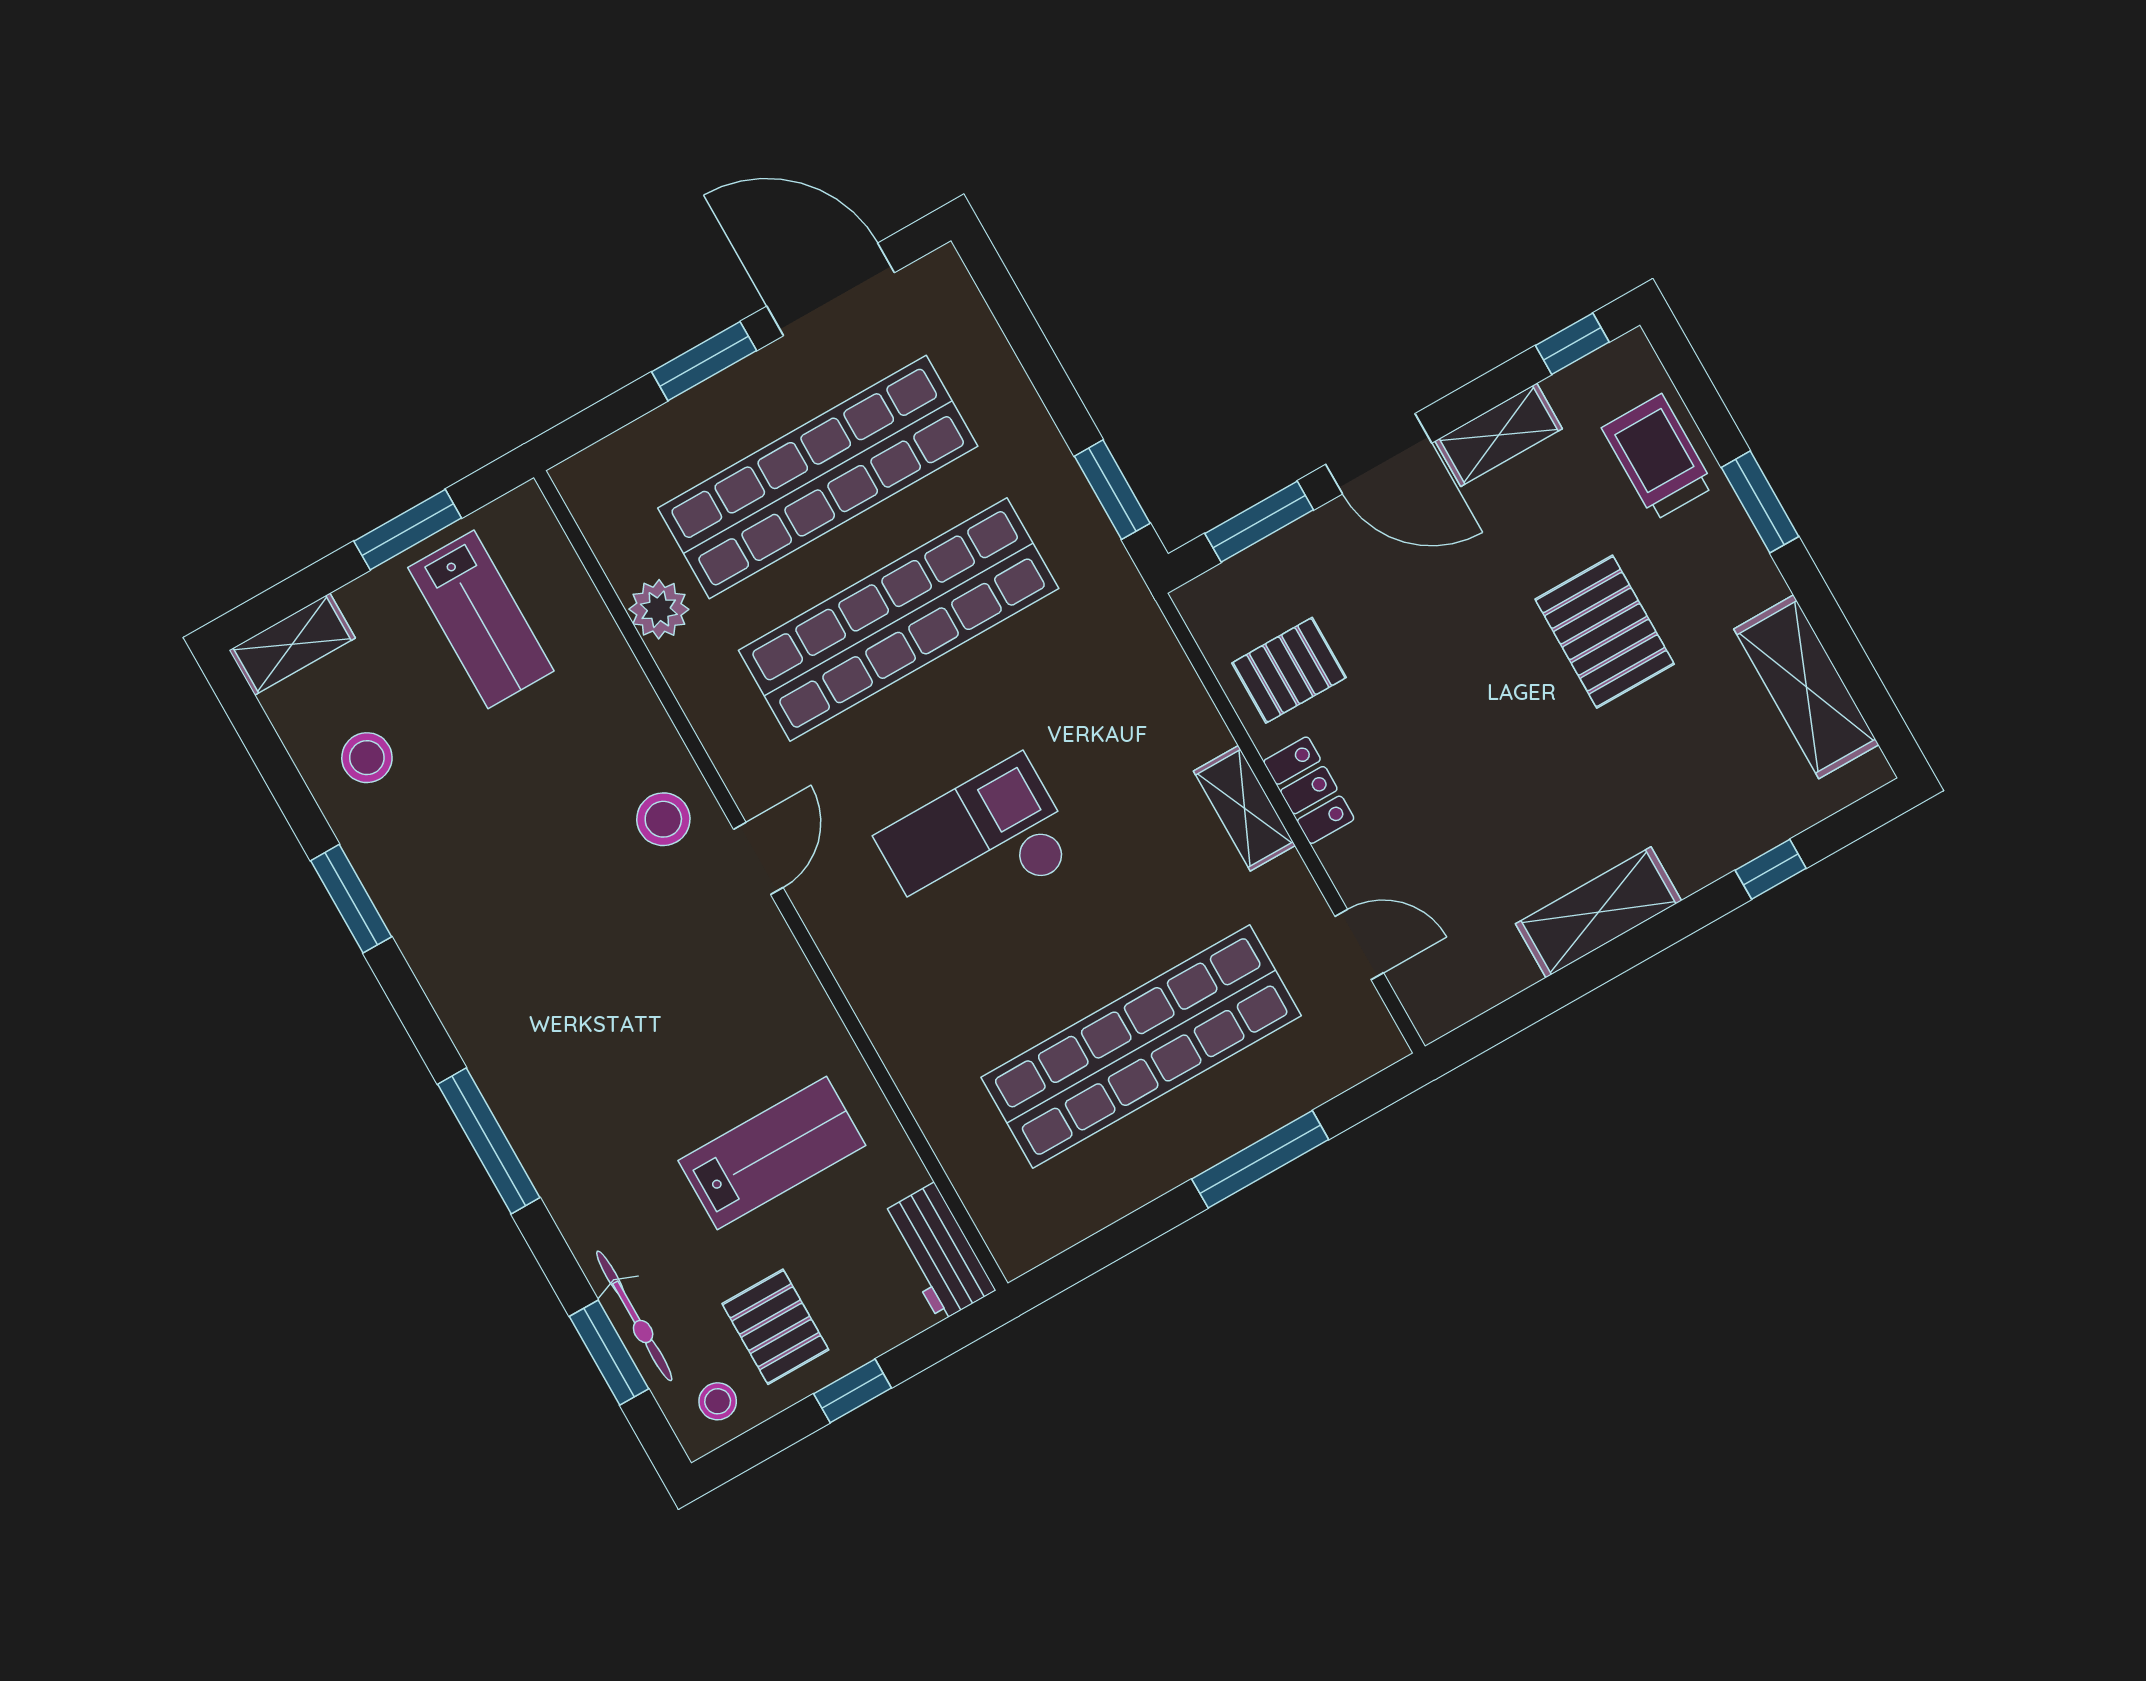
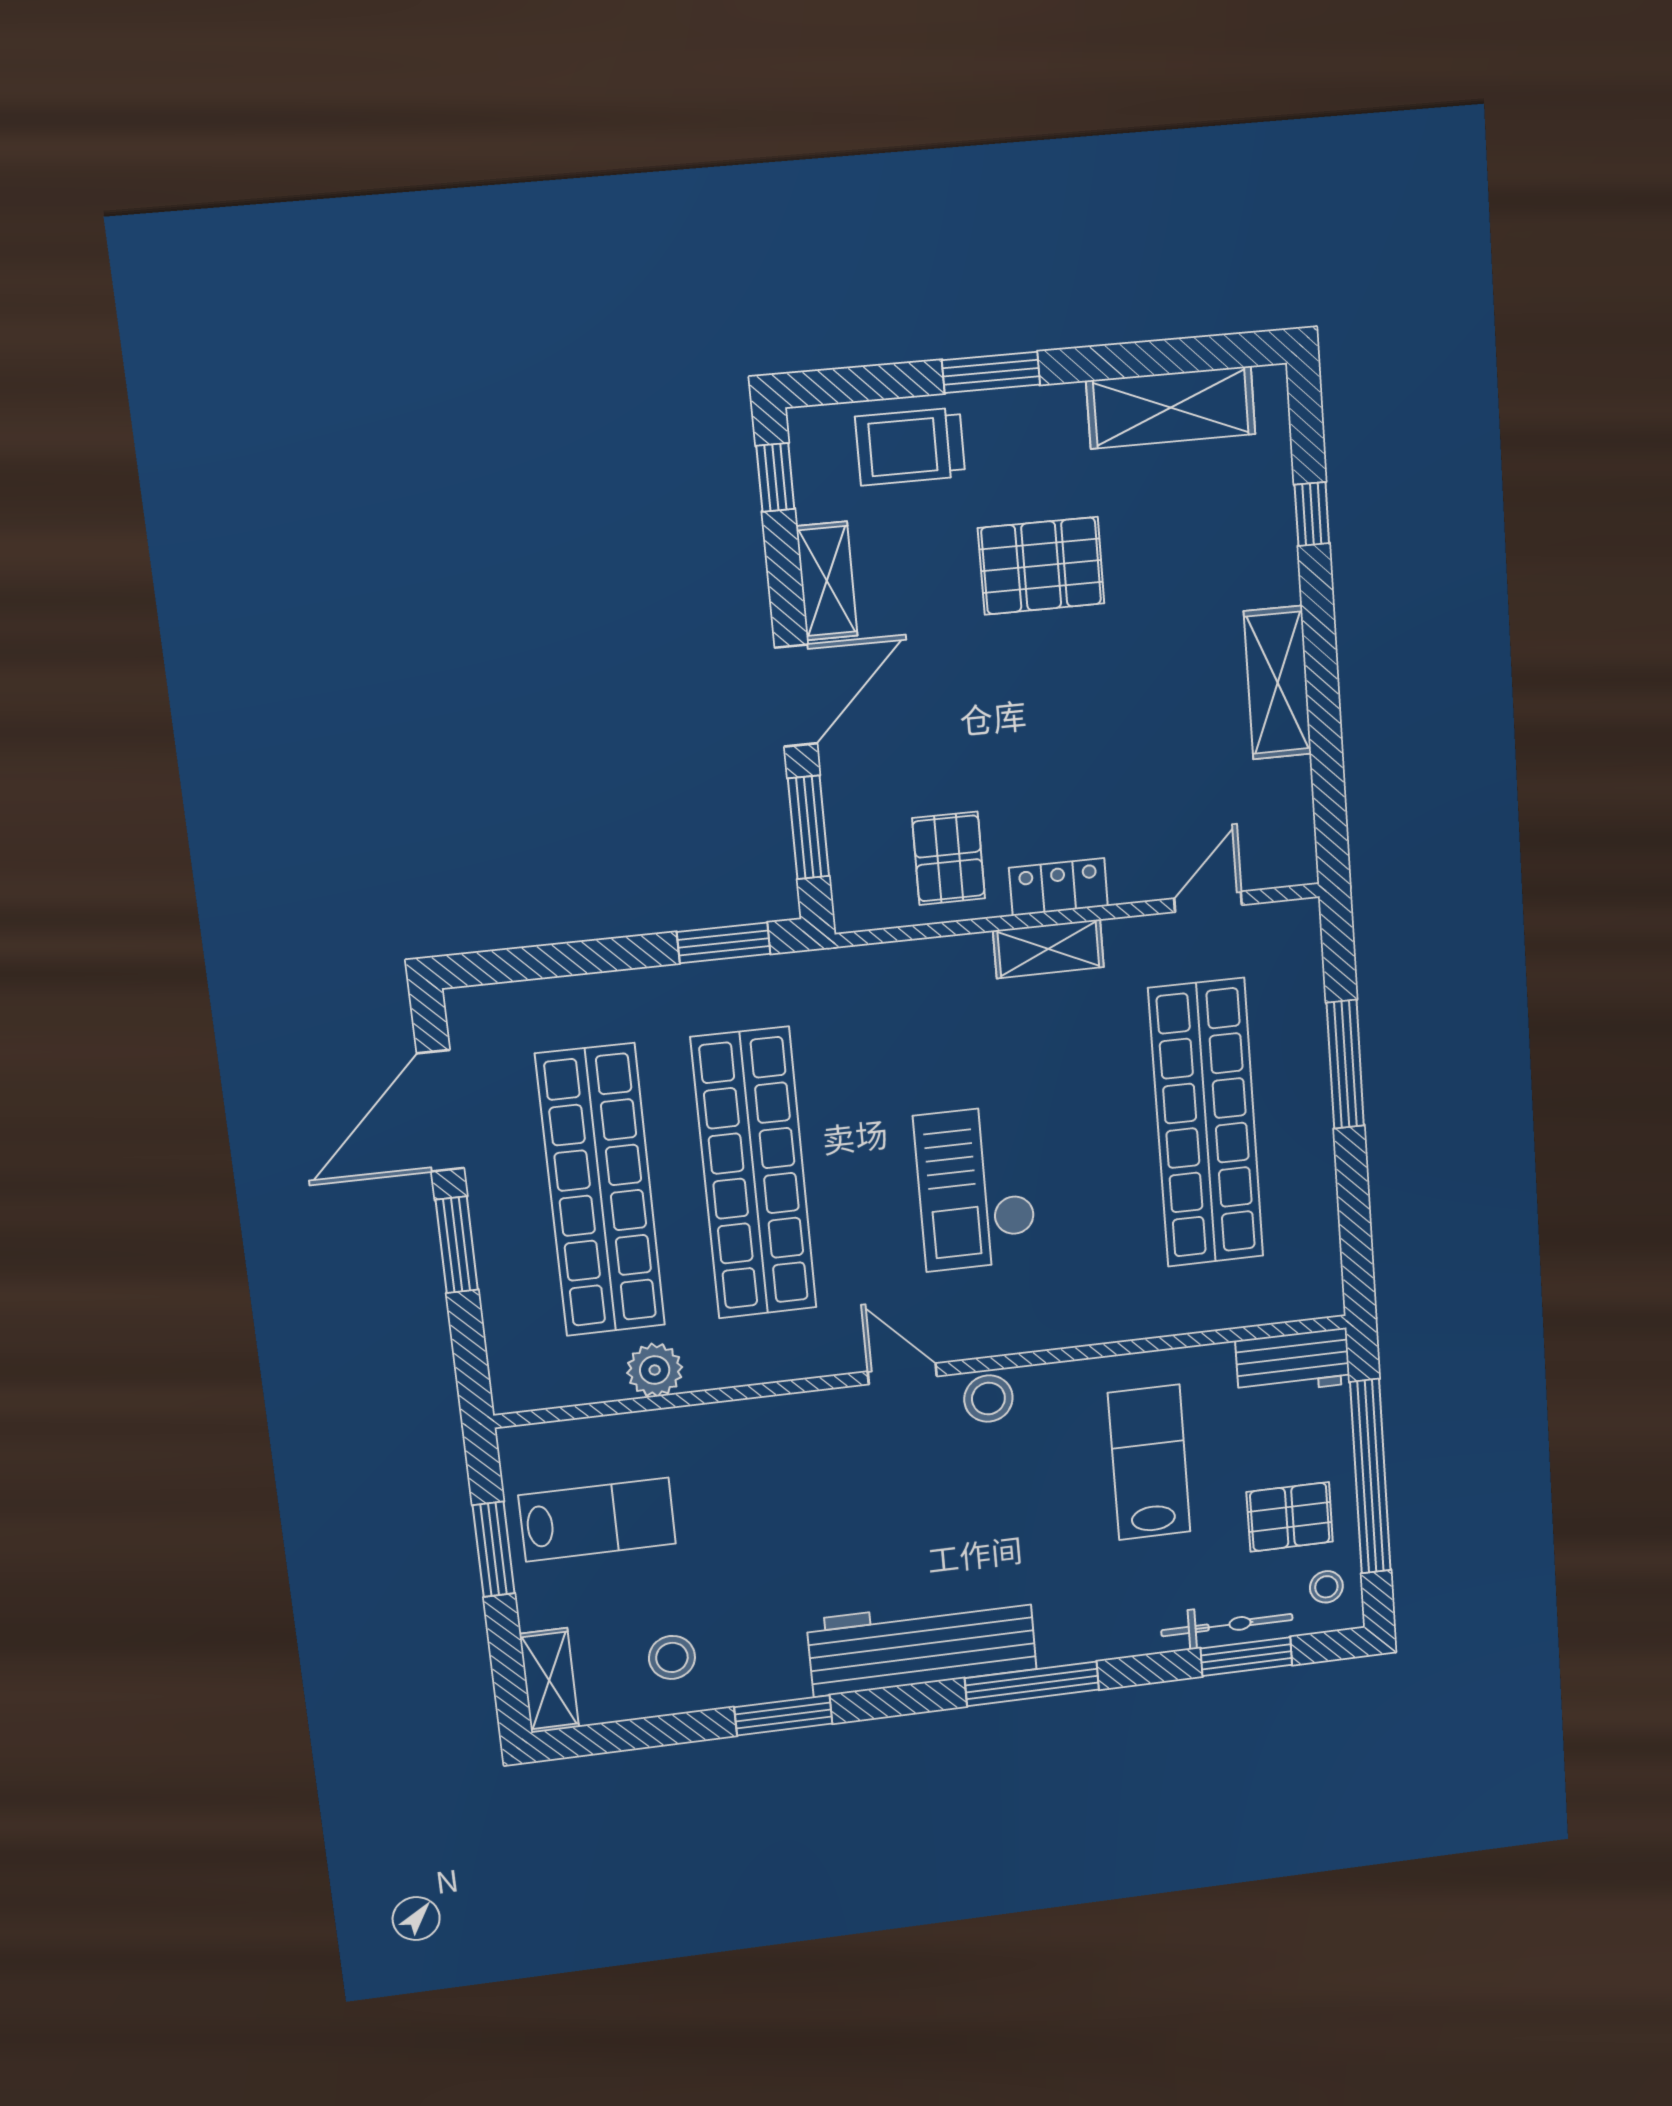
stool: (663, 819) -> (988, 1399), moved
workbench: (484, 1007) -> (922, 1645), added
window: (853, 1391) -> (1370, 1477), width x3.17

